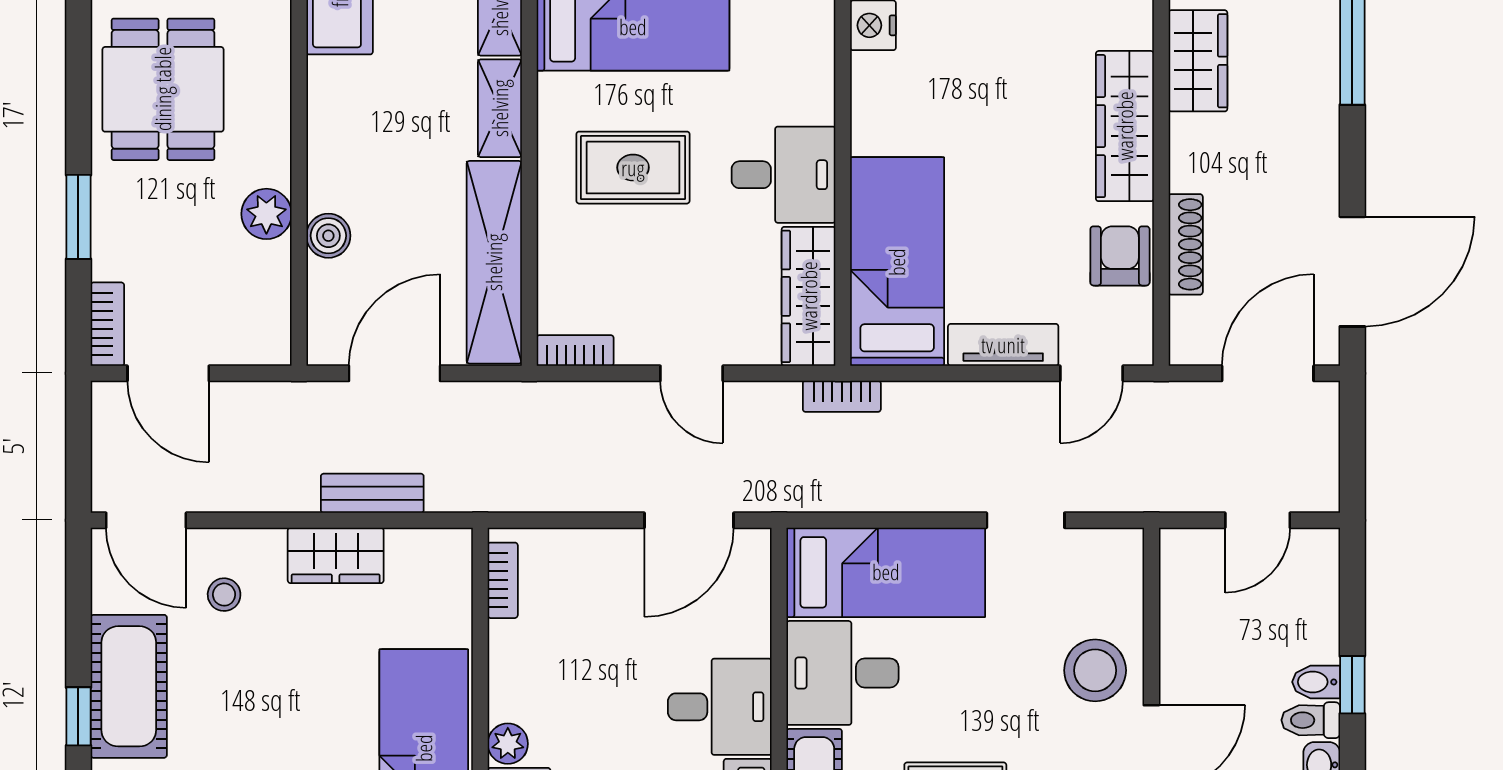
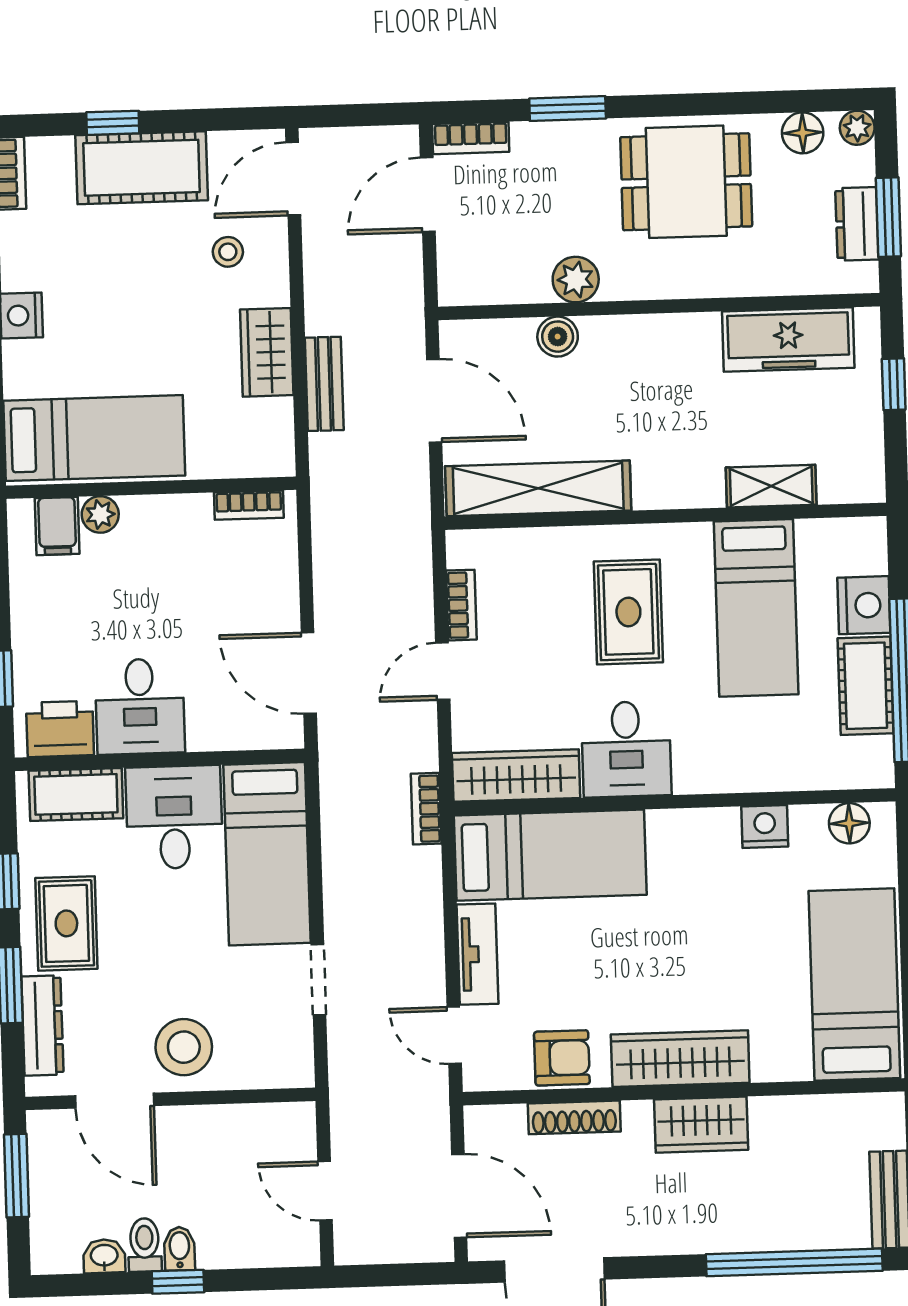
wardrobe: (1198, 61) -> (701, 1125), moved
shelving: (500, 108) -> (679, 489), removed
bookcase: (575, 351) -> (461, 605), moved

